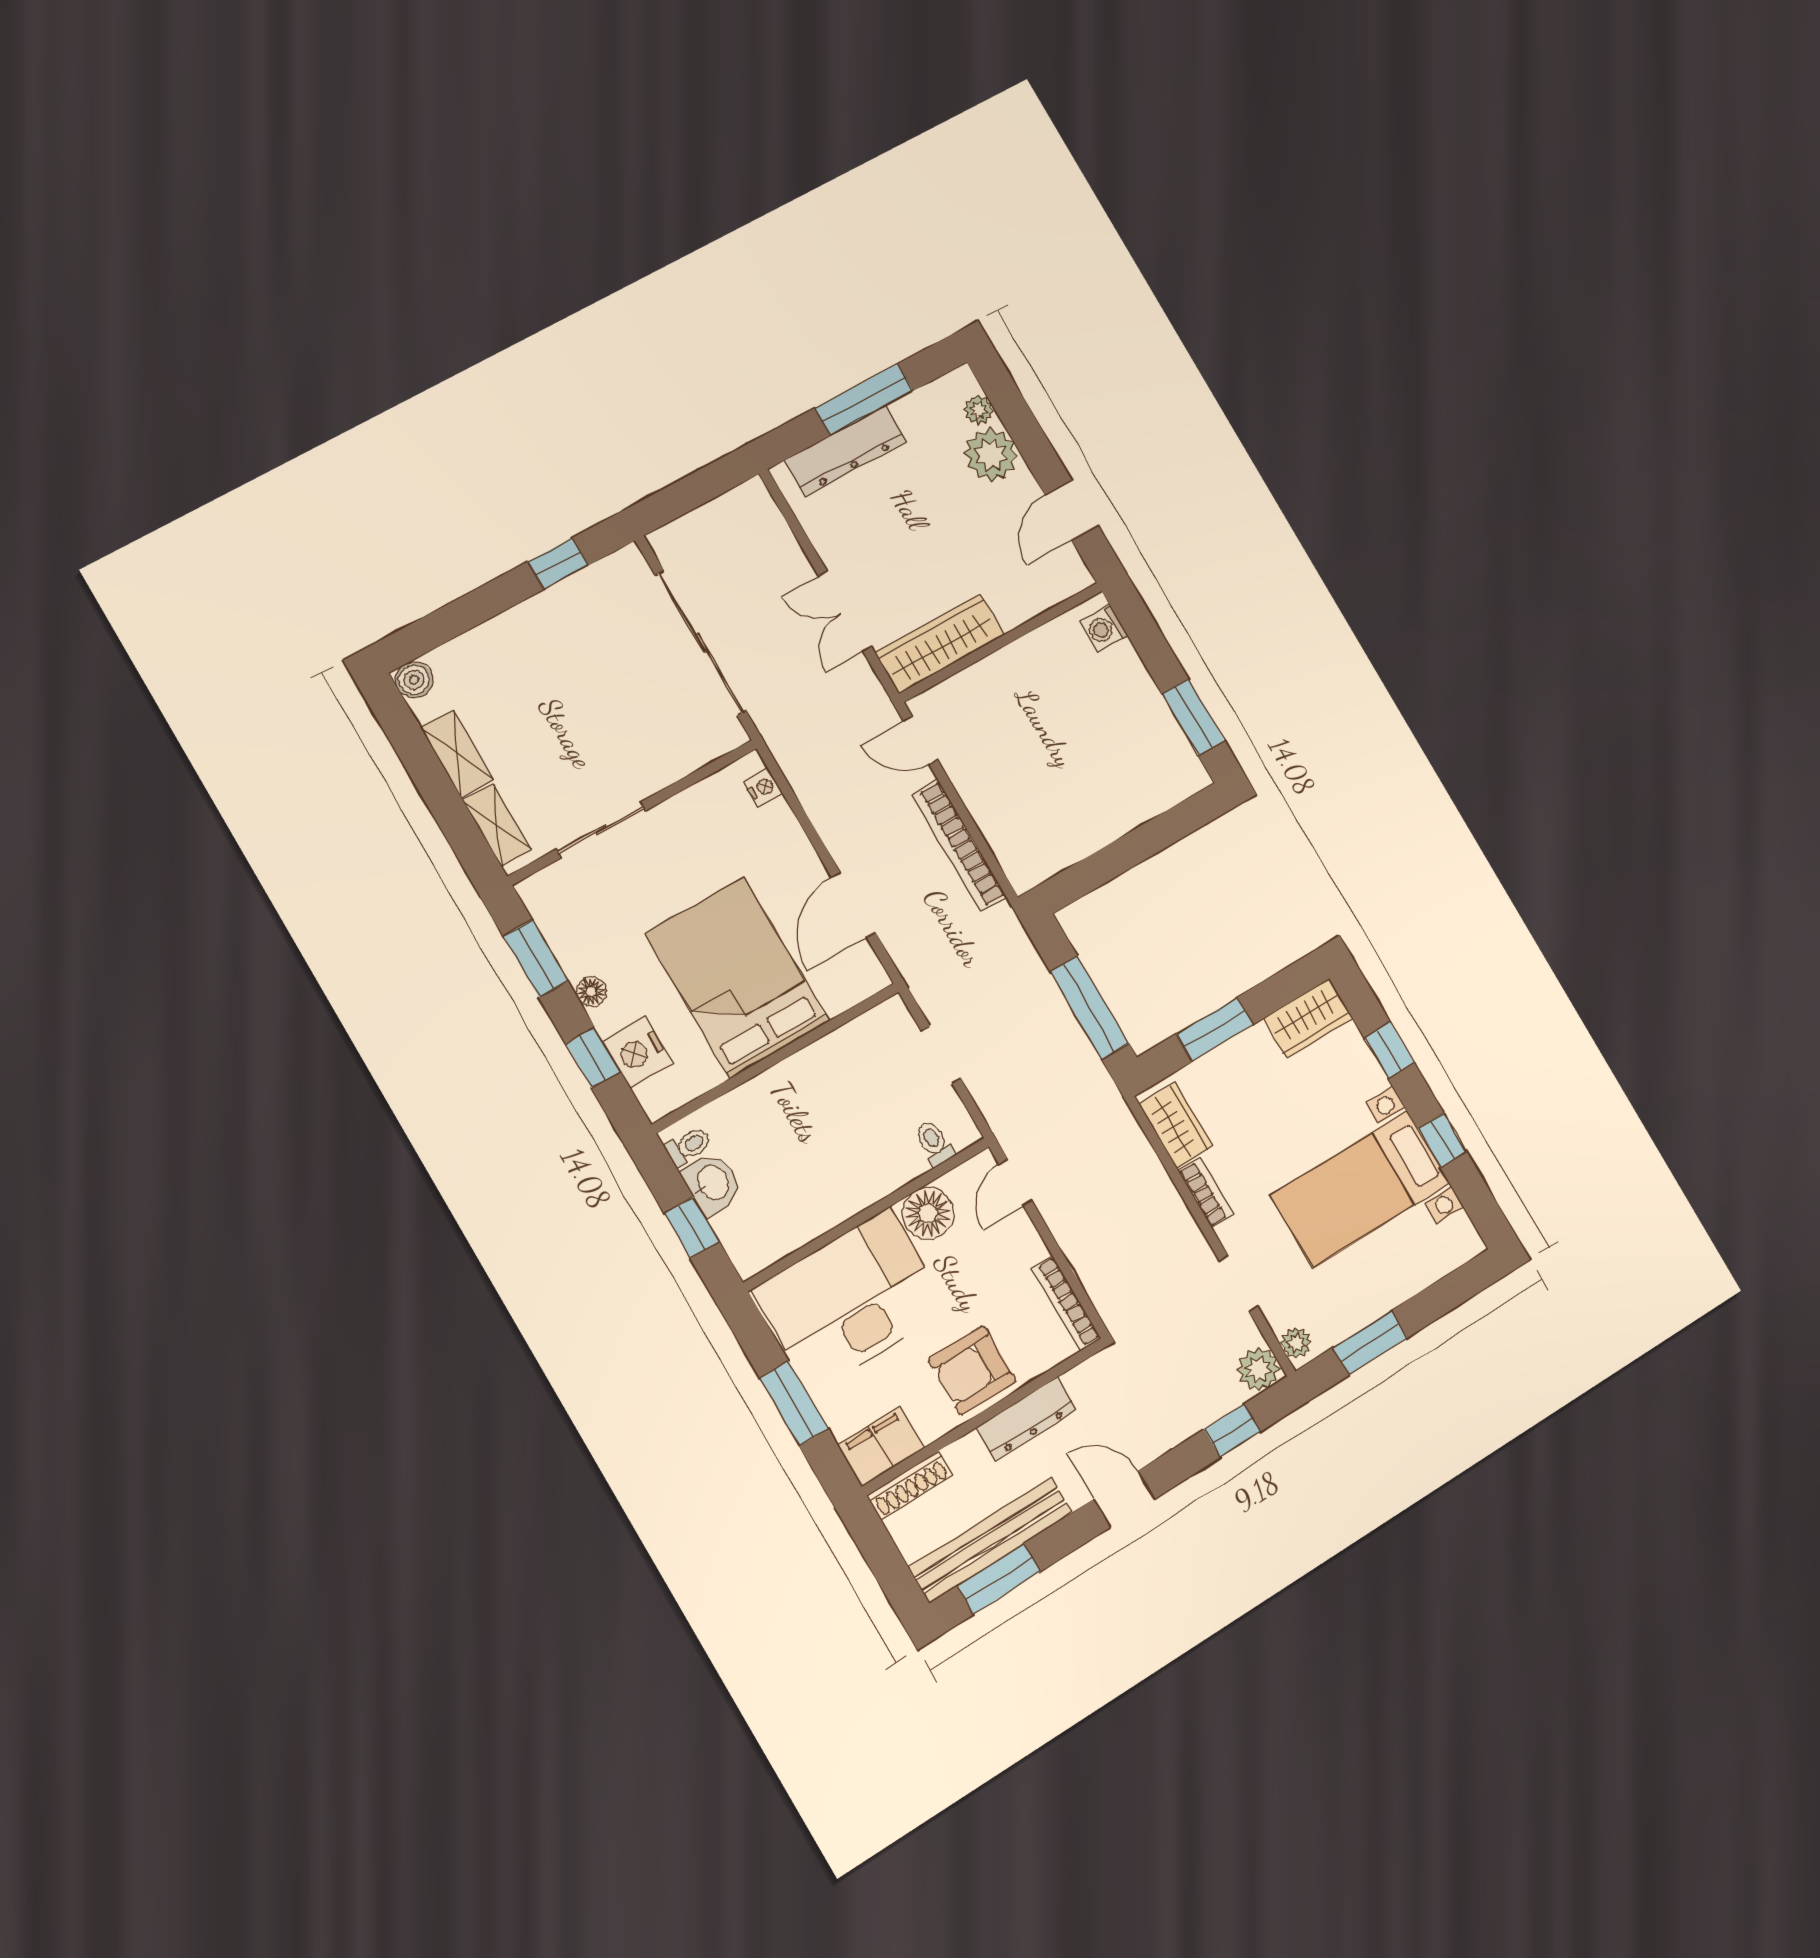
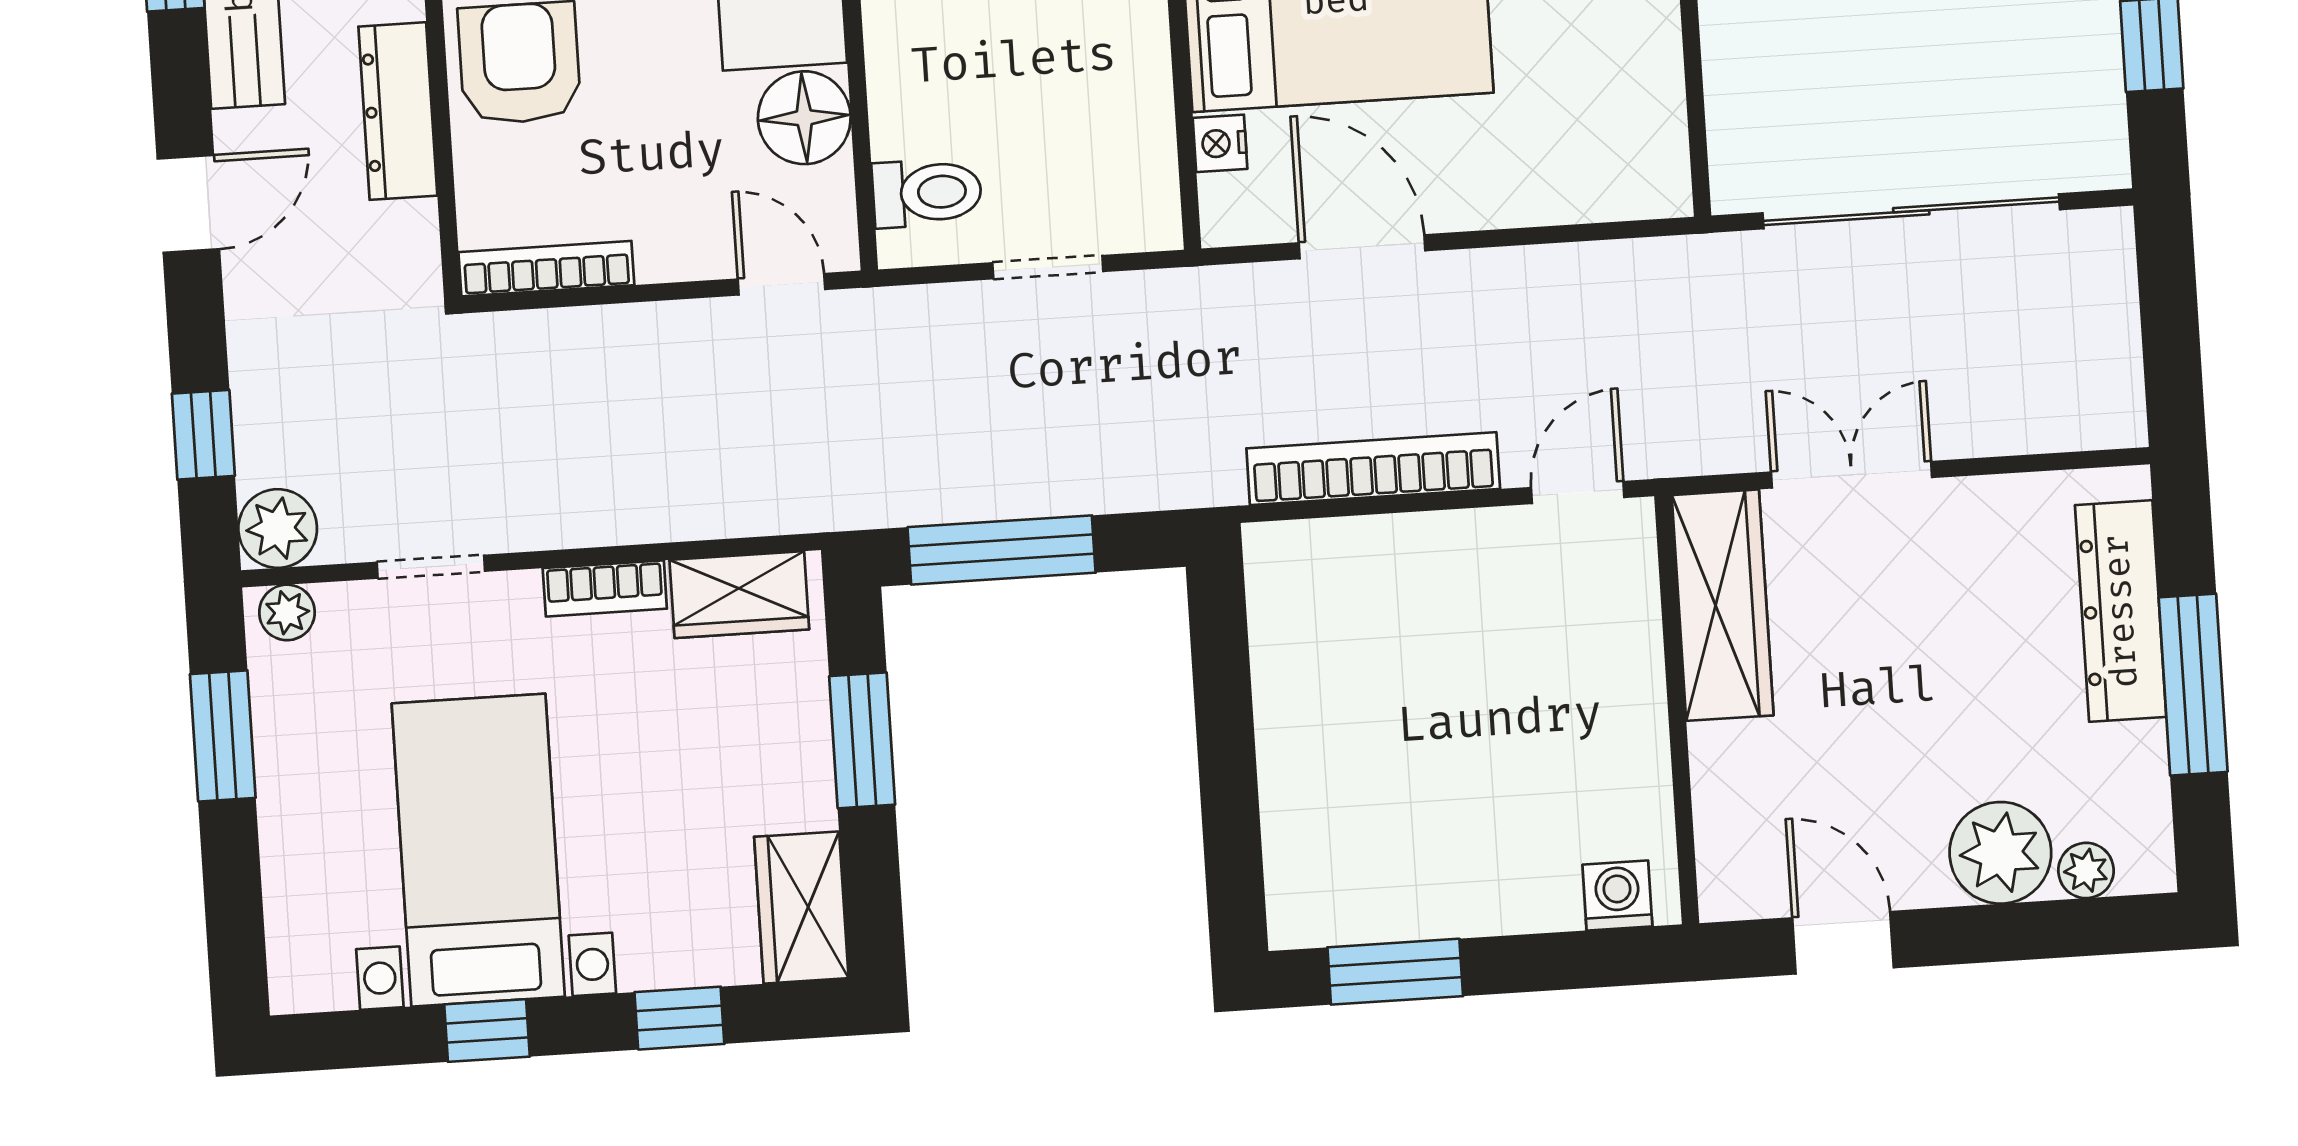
nightstand: (763, 788) -> (1220, 143), moved, turned 90
toilet: (934, 1143) -> (927, 193), width x1.37, depth x1.39

